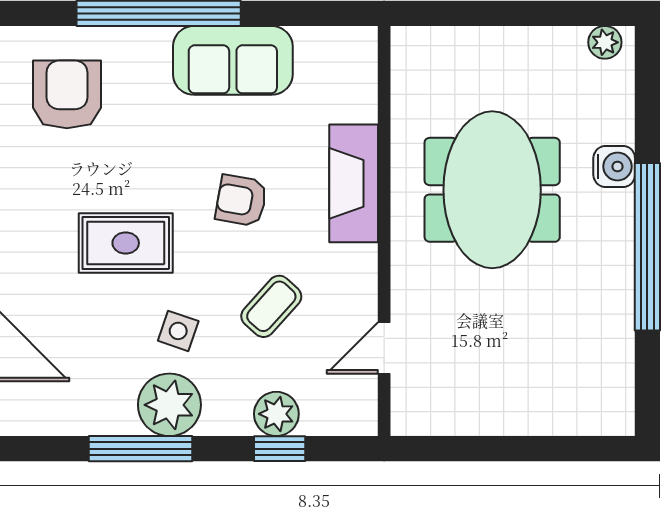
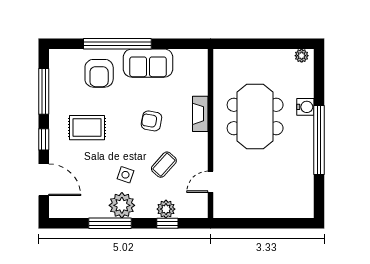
armchair: (67, 94) -> (99, 73), moved, turned 180
fireplace: (354, 183) -> (200, 114), width x0.73, depth x0.76
rug: (126, 243) -> (87, 128), moved

